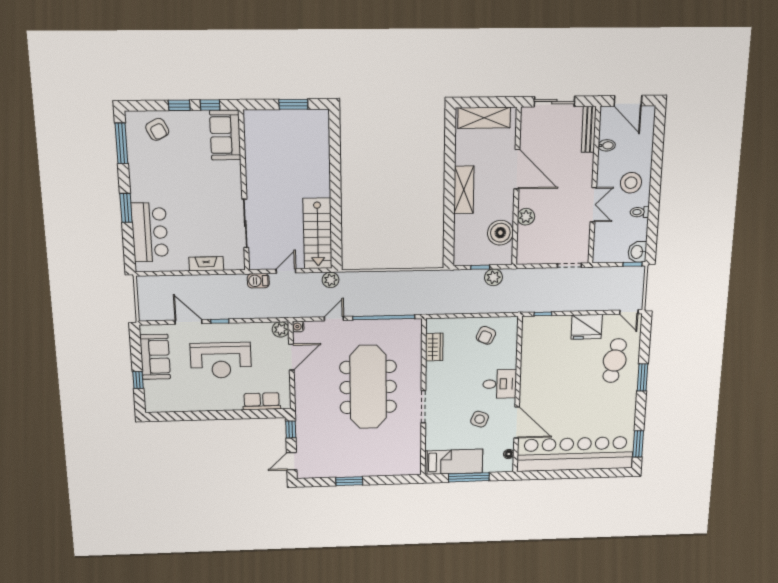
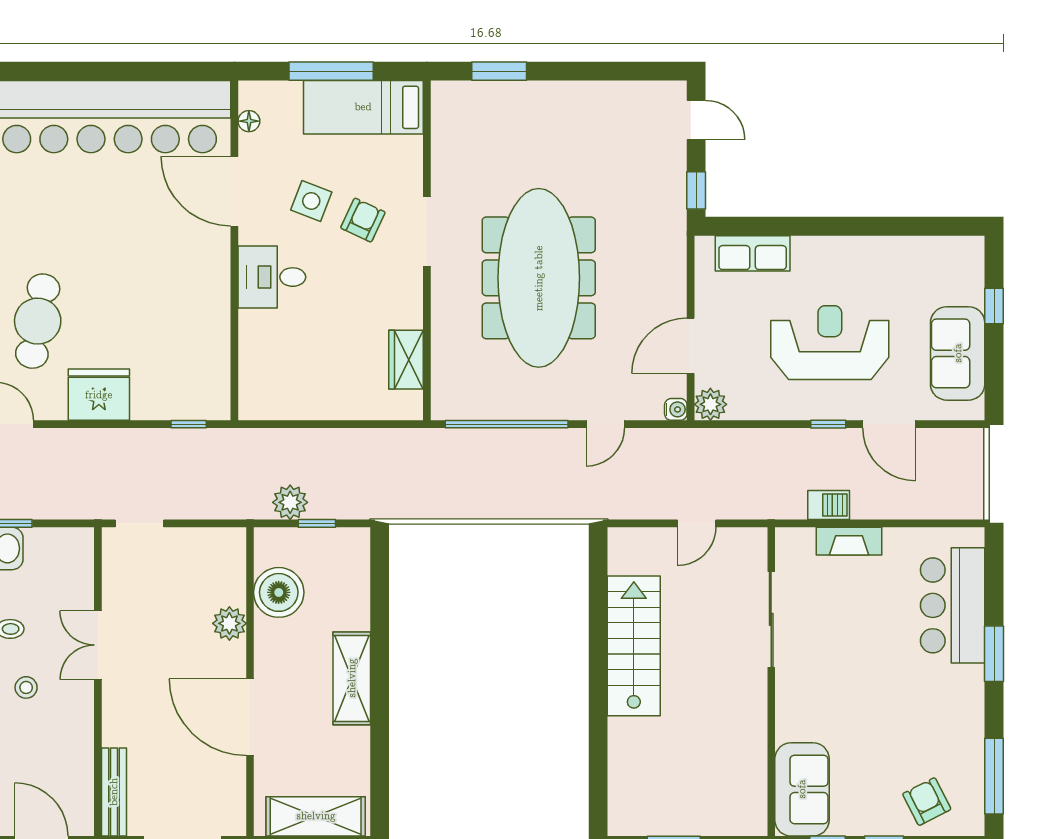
bidet: (607, 145) -> (78, 761), removed
stool: (631, 183) -> (26, 687), width x0.53, depth x0.53
stairs: (318, 234) -> (634, 646), moved
plant: (331, 280) -> (611, 504), removed
barbecue: (258, 281) -> (829, 505), moved
armchair: (486, 335) -> (363, 220), moved
door: (292, 461) -> (696, 120), hinge flipped
window: (349, 481) -> (499, 71), moved

